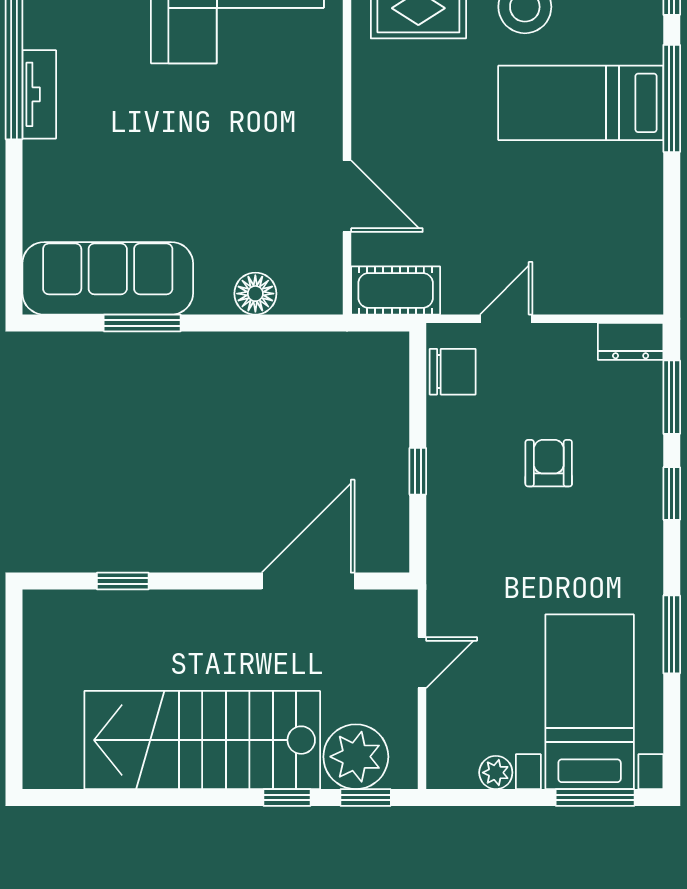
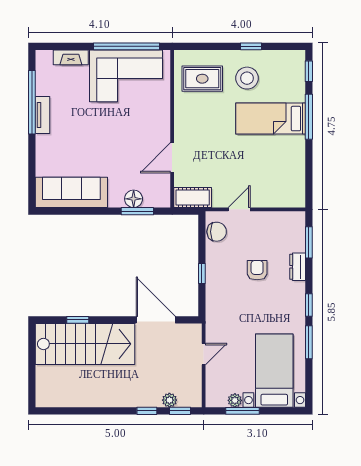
door: (347, 196) -> (172, 158), swing flipped
window: (142, 323) -> (137, 211), moved
dresser: (631, 341) -> (298, 267), moved, turned 90
window: (672, 493) -> (309, 305), moved
door: (308, 581) -> (156, 320), hinge flipped
stairs: (202, 740) -> (85, 344), moved, turned 180
plant: (356, 757) -> (169, 400), width x0.53, depth x0.53
window: (595, 797) -> (243, 411), moved

